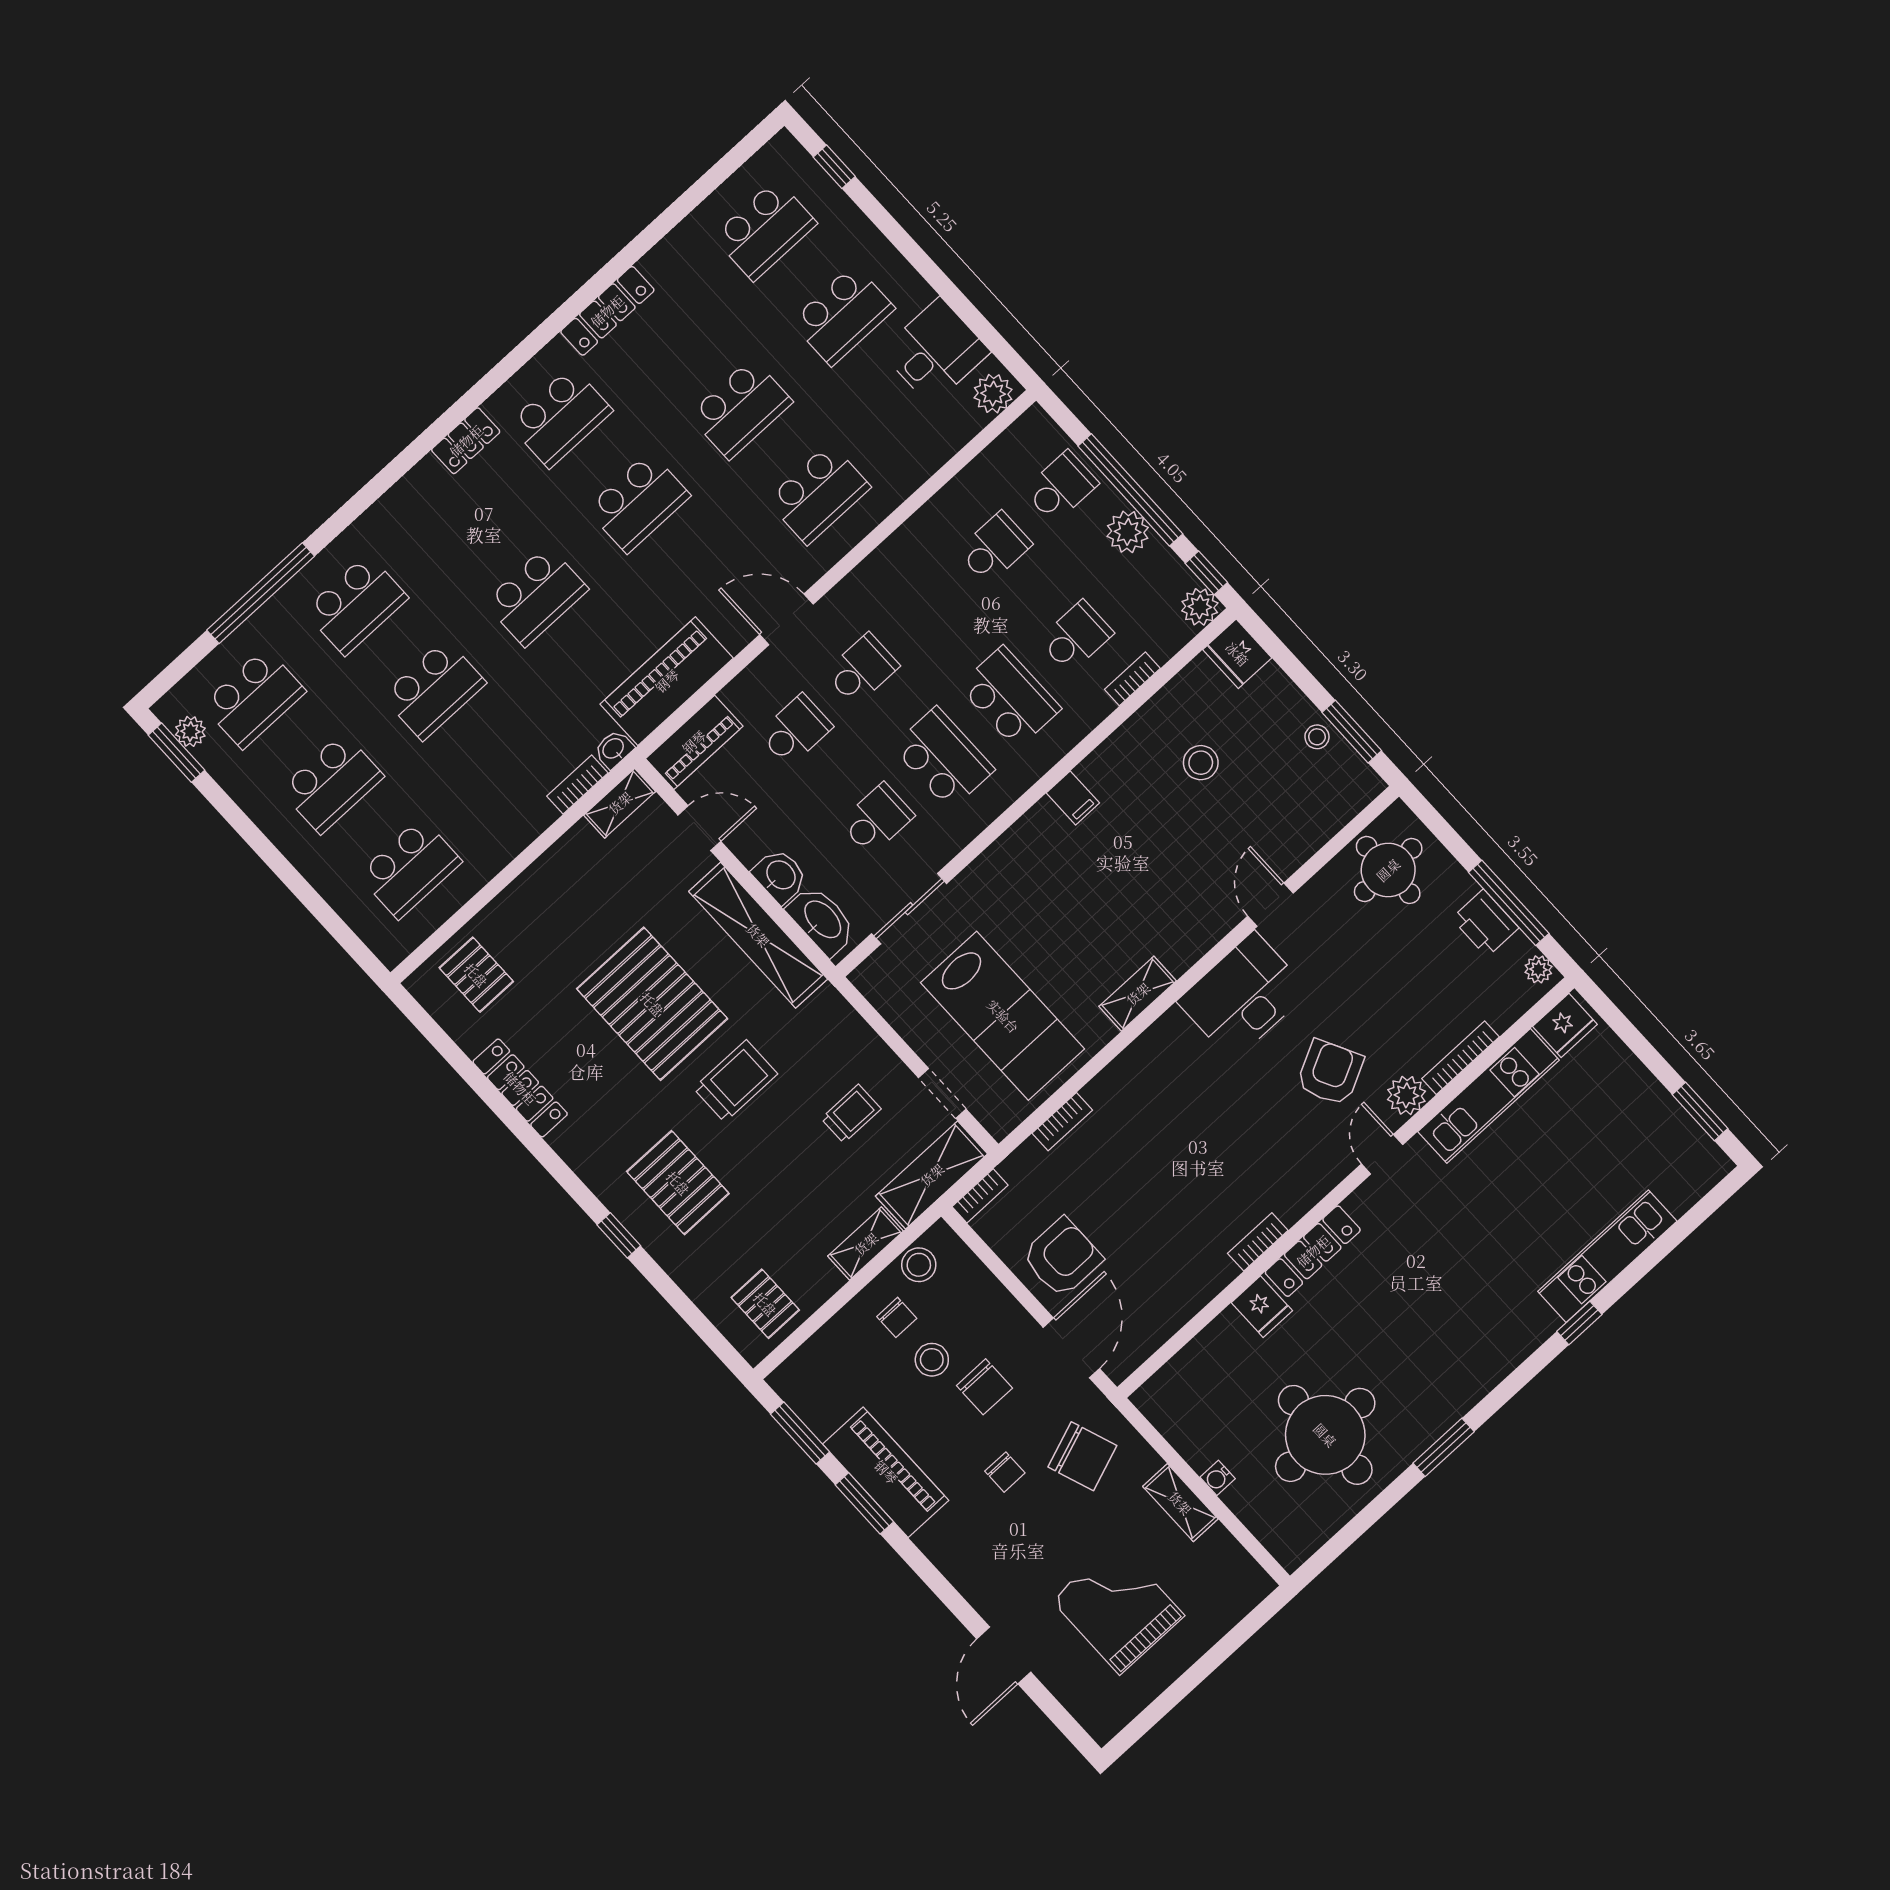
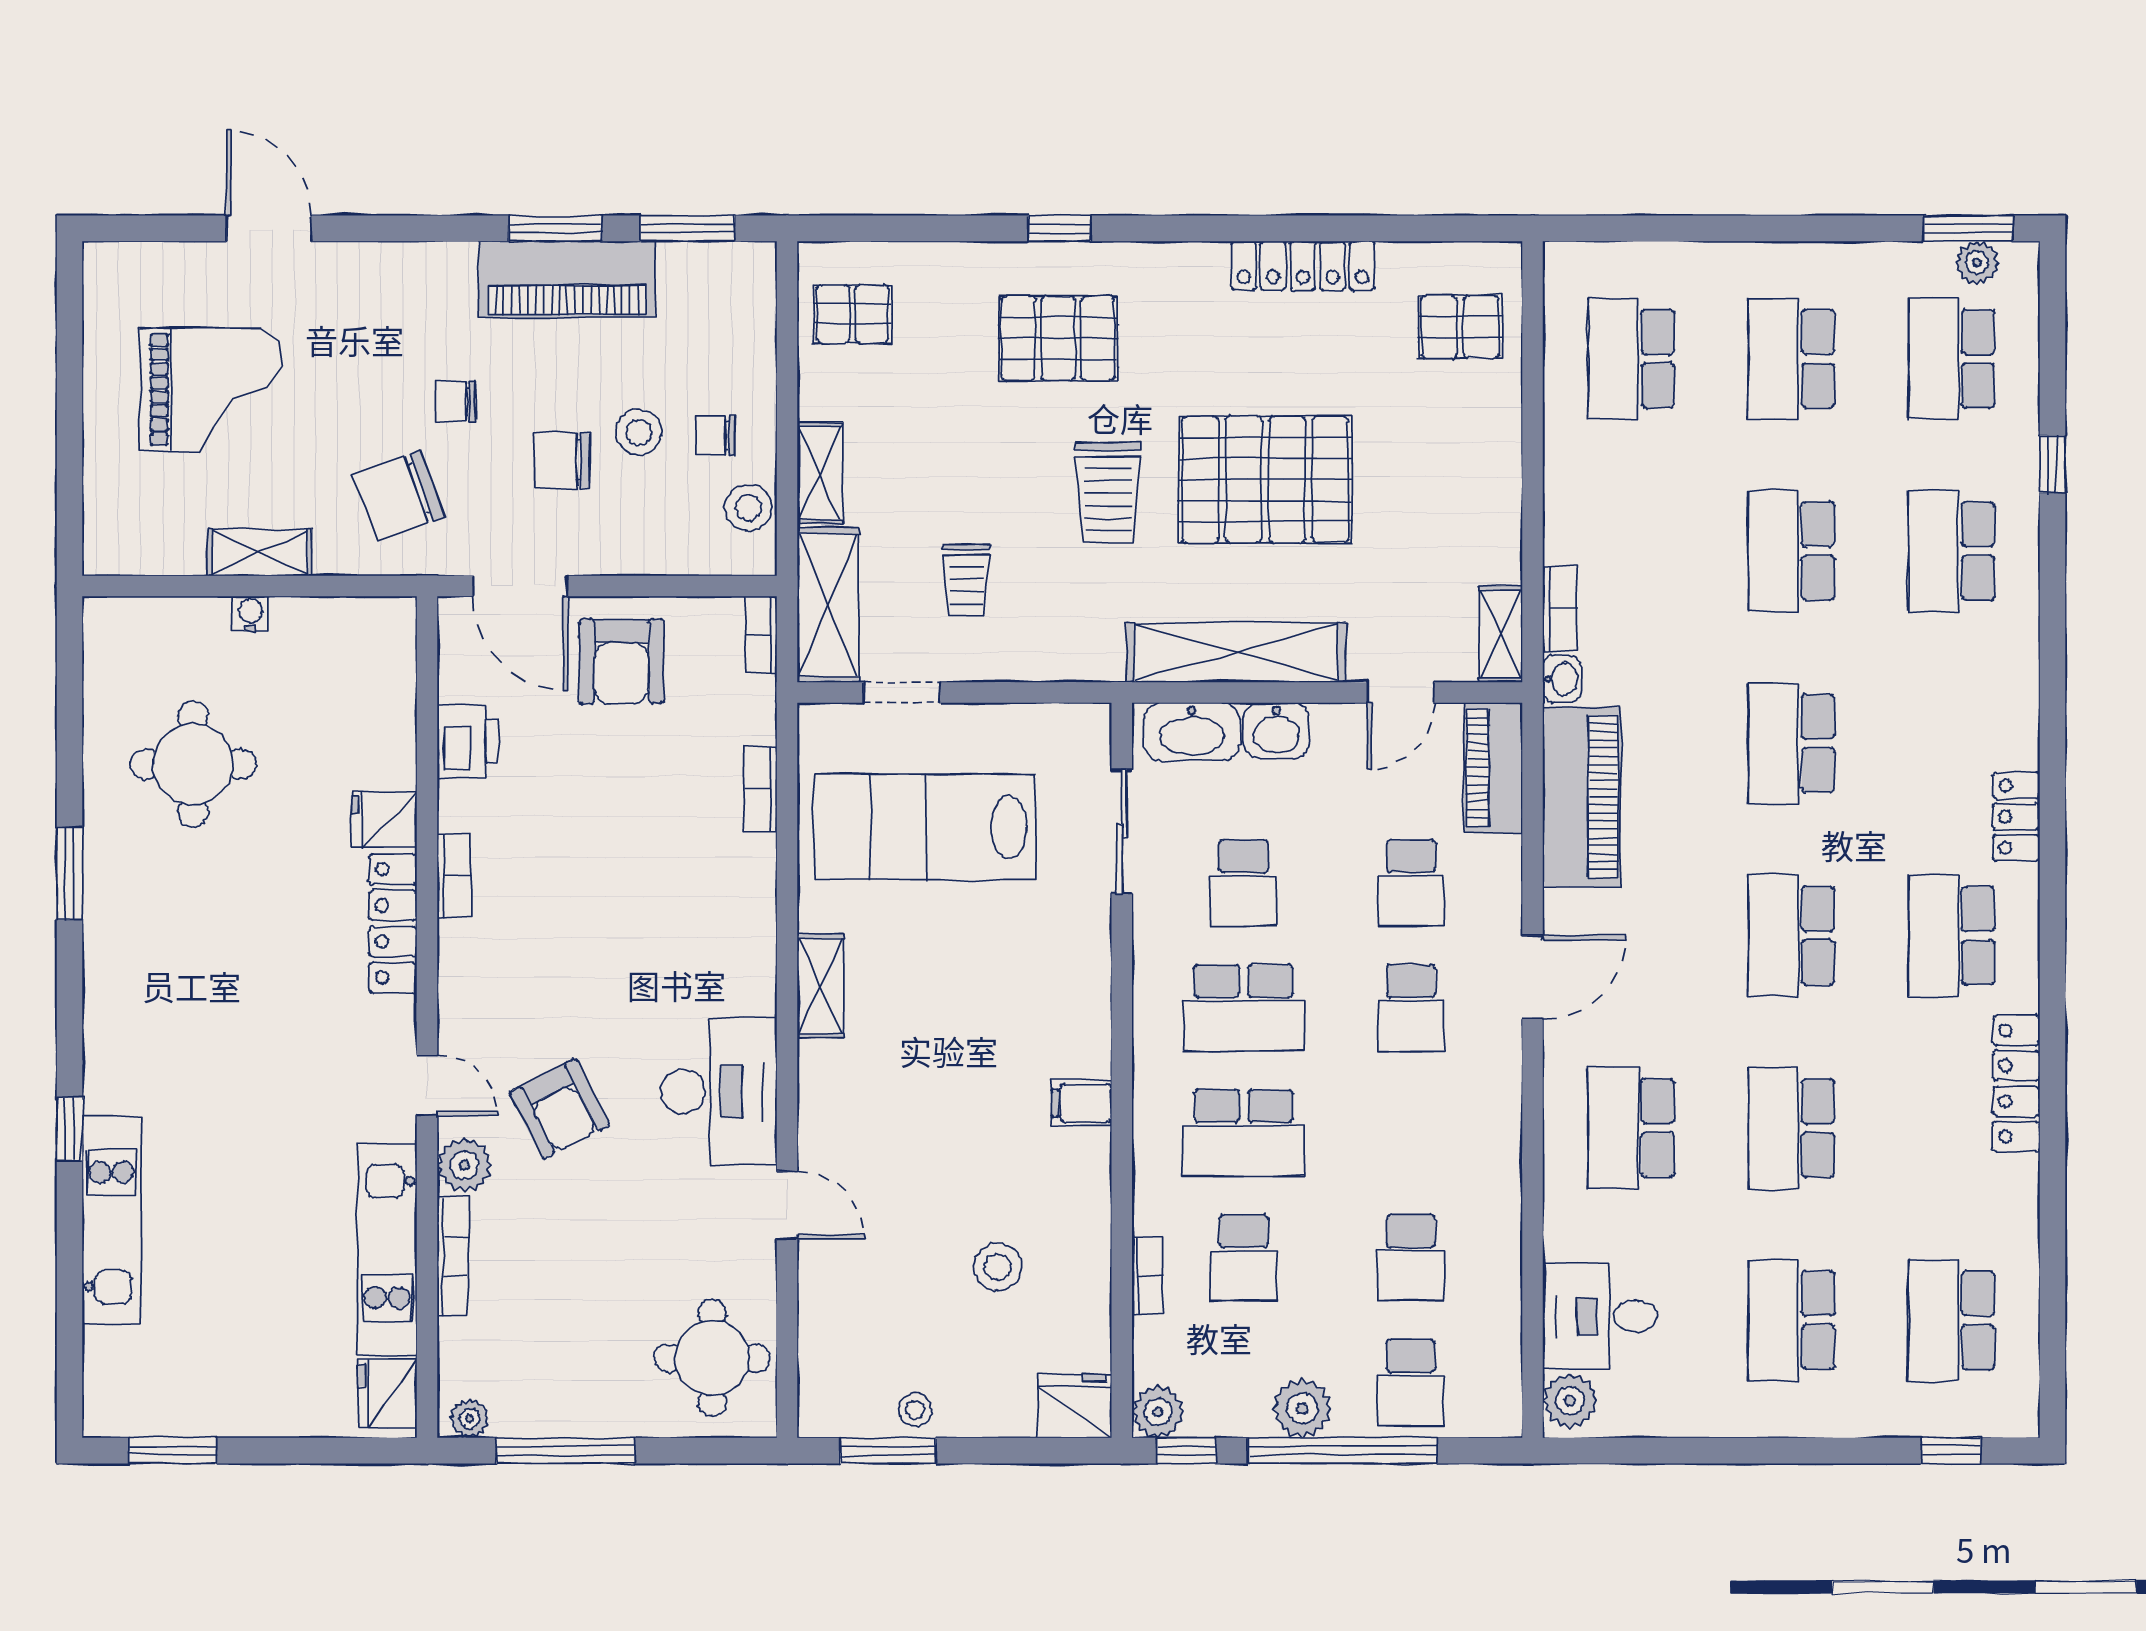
desk: (935, 352) -> (1600, 1316), moved, turned 90
window: (261, 593) -> (2052, 464), width x0.32
printer: (1485, 923) -> (468, 742), moved, turned 90
round table: (1325, 1435) -> (193, 764), width x0.73, depth x0.73

